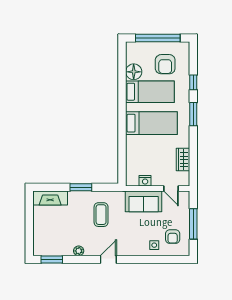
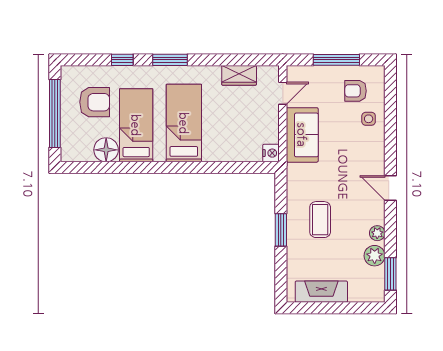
nightstand: (145, 181) -> (271, 153), moved
fireplace: (50, 198) -> (321, 292), moved, turned -90
coffee table: (101, 215) -> (320, 220), moved, turned 90
armchair: (173, 237) -> (355, 91), turned 180
plant: (64, 249) -> (375, 256), added

